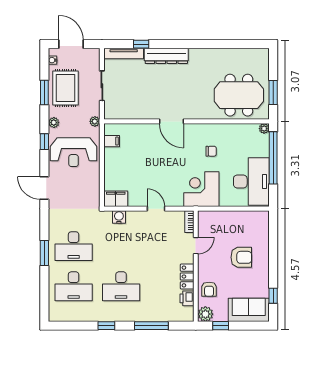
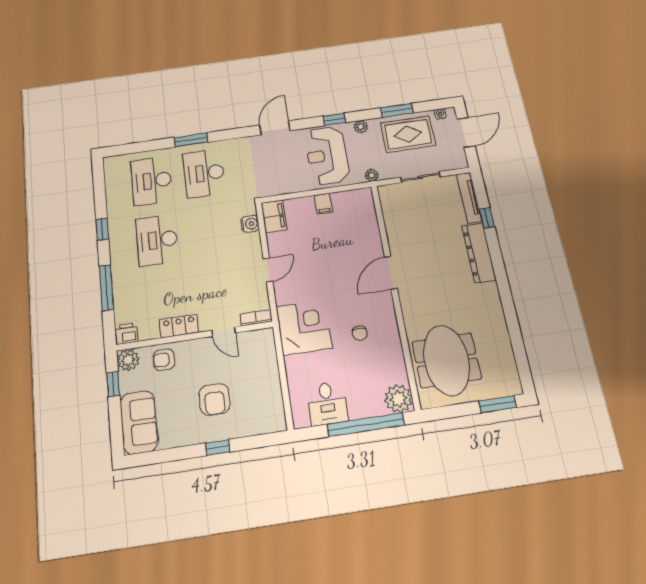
window: (273, 92) -> (498, 404), moved
plant: (264, 129) -> (398, 399), width x1.87, depth x1.87
filing cabinet: (112, 141) -> (323, 204), moved
desk: (251, 181) -> (327, 403), width x0.53, depth x0.77
window: (273, 296) -> (218, 447), moved
printer: (187, 298) -> (127, 334), moved

